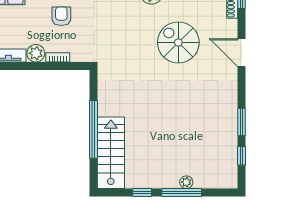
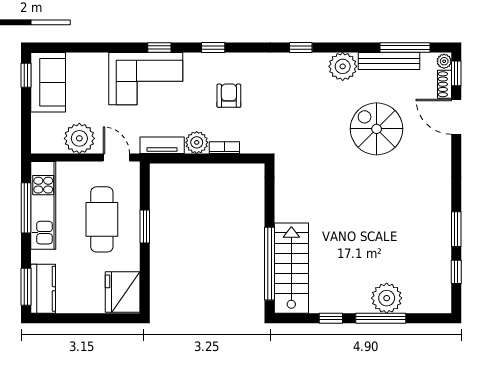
door: (242, 53) -> (456, 117), moved
window: (93, 129) -> (269, 264), moved
plant: (186, 182) -> (387, 298), width x1.88, depth x1.88

